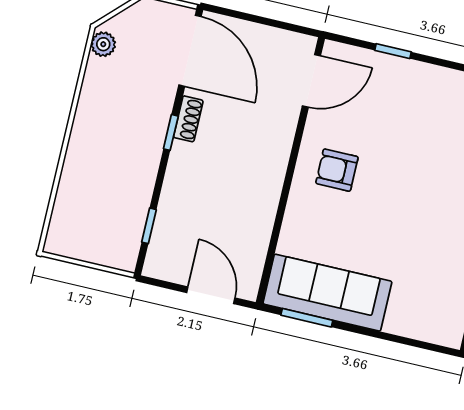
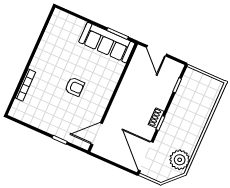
plant: (103, 44) -> (180, 160), width x1.88, depth x1.88
shoe rack: (188, 119) -> (156, 118), moved
armchair: (337, 170) -> (75, 87), moved

